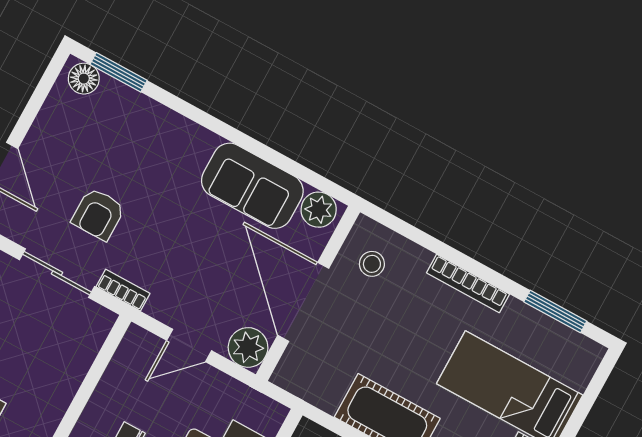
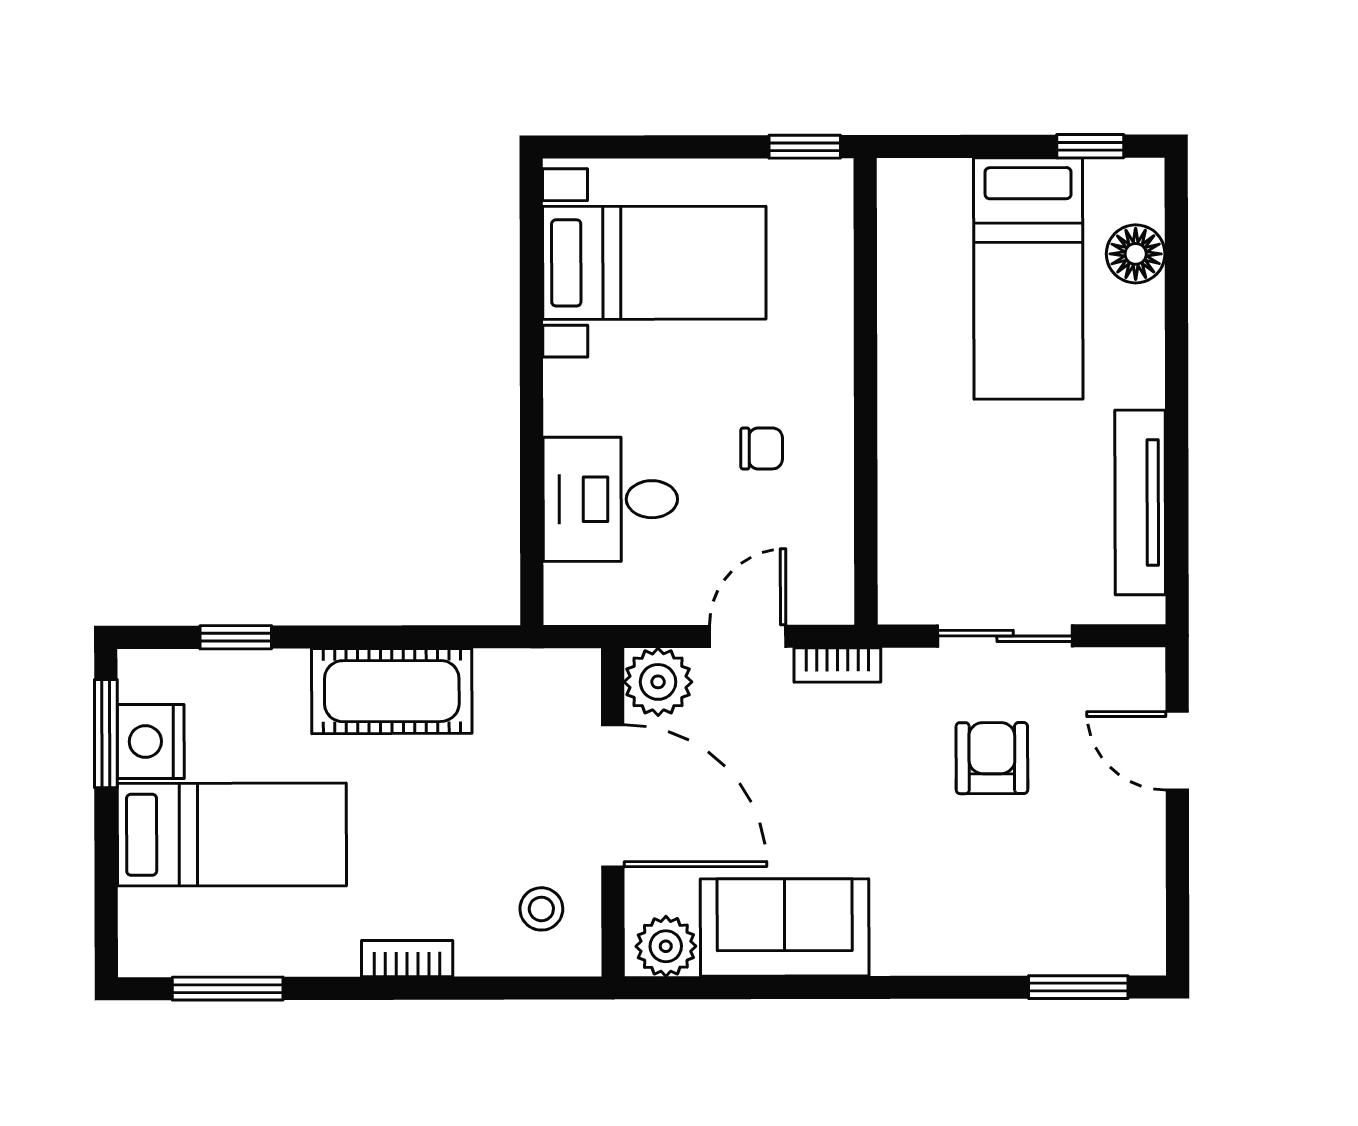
floor lamp: (84, 79) -> (1125, 949), removed
bookcase: (468, 283) -> (407, 959), width x0.64
bookcase: (123, 290) -> (837, 665), moved

